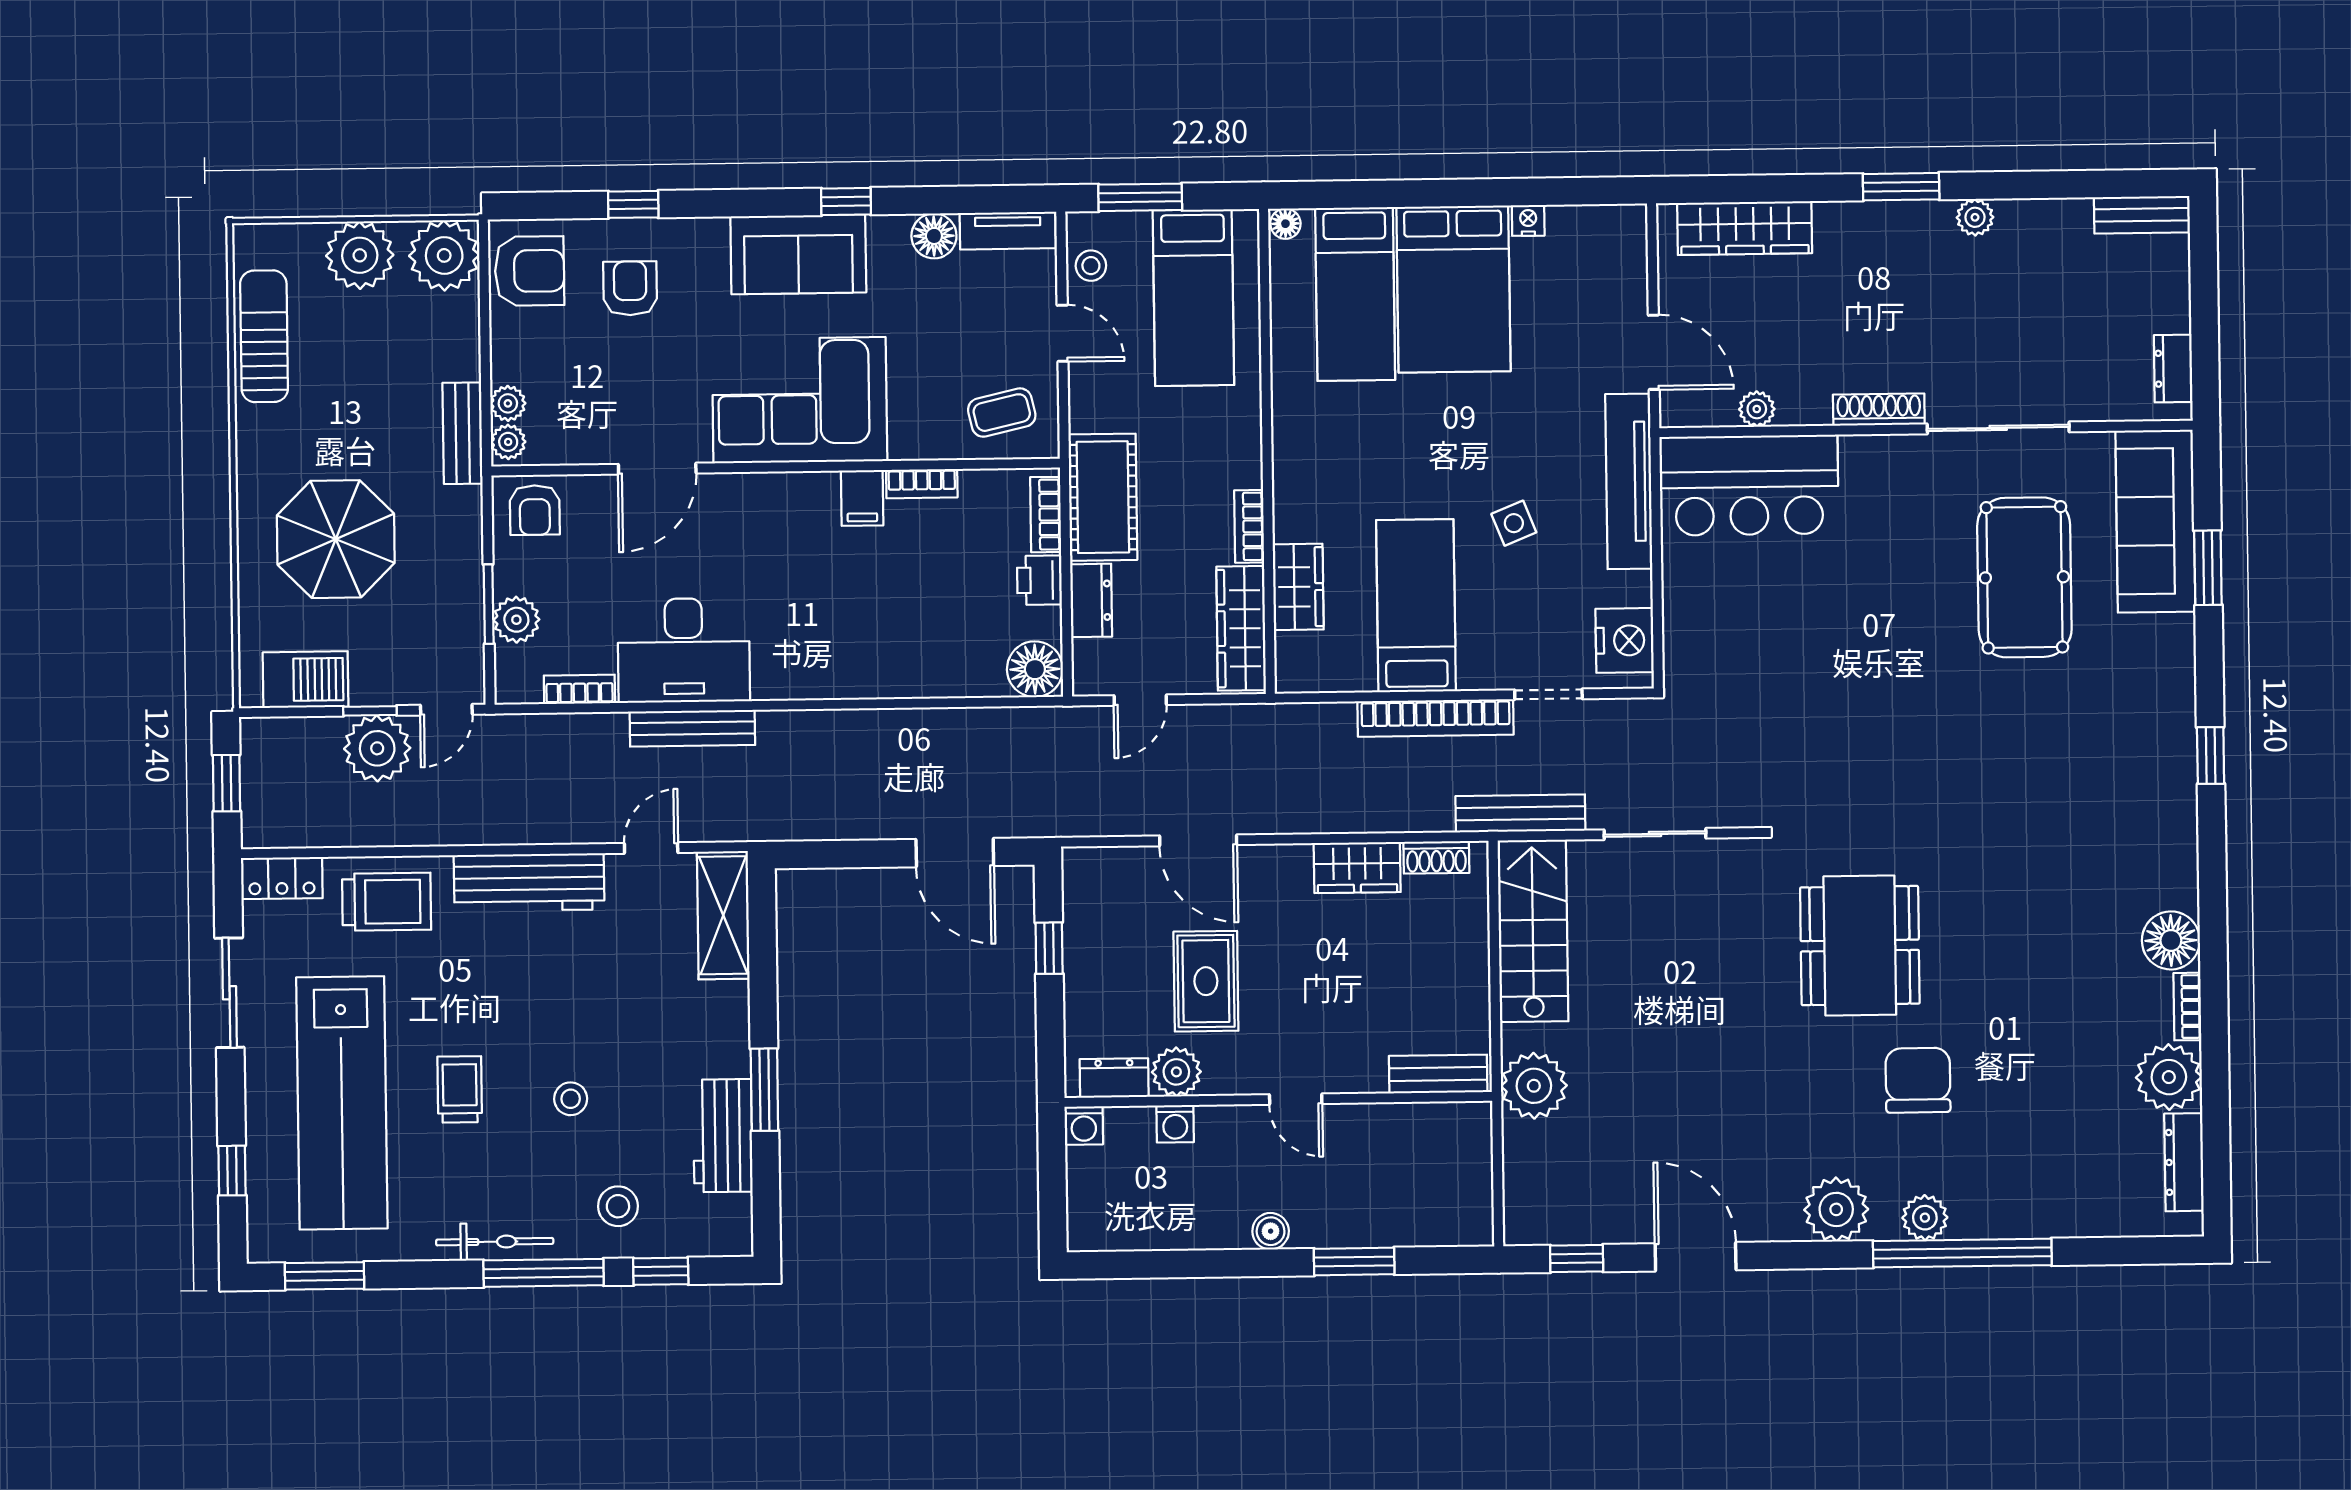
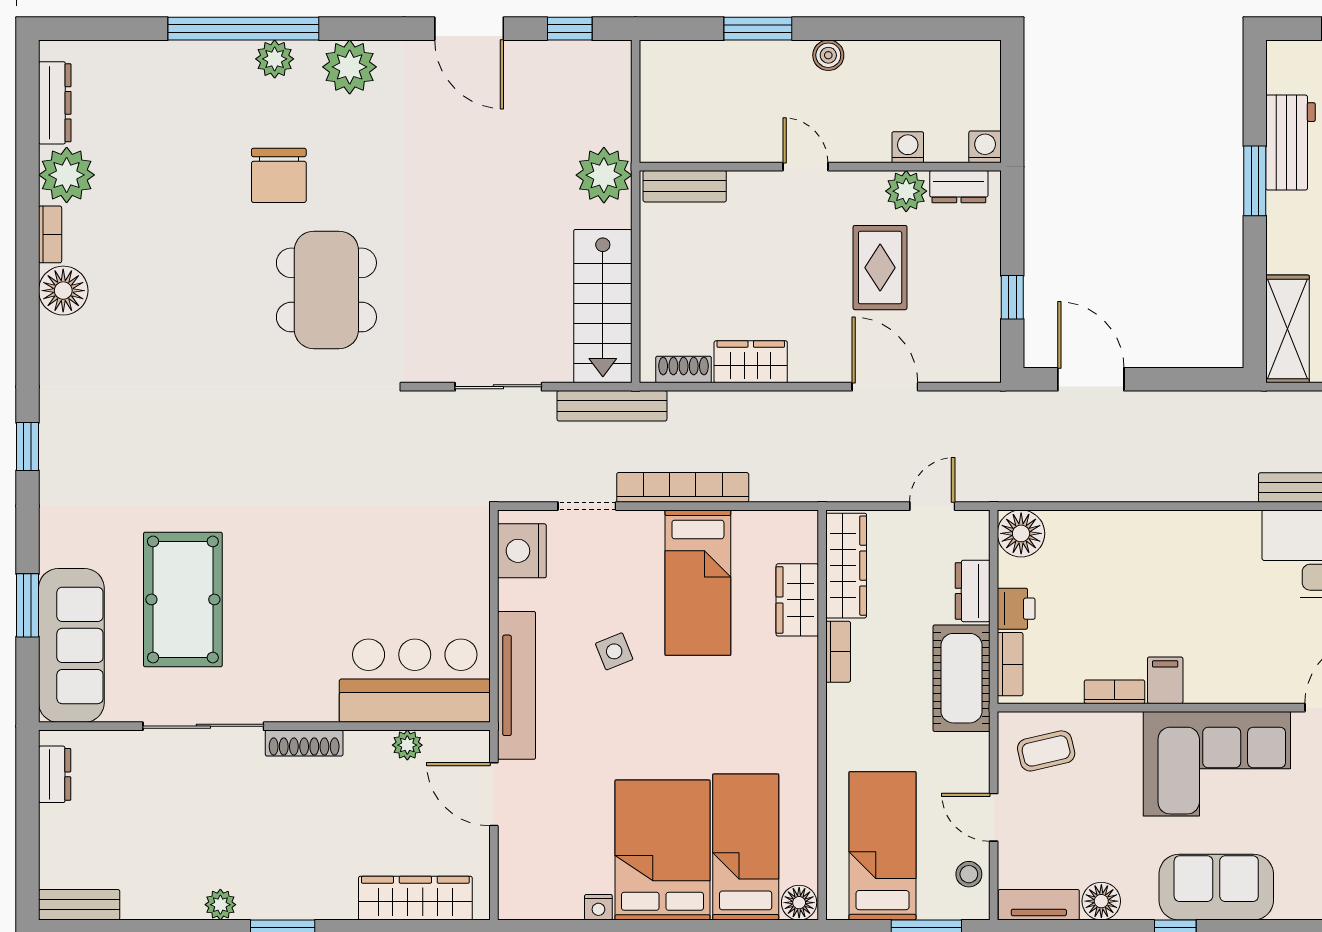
floor lamp: (1285, 224) -> (799, 903), width x1.37, depth x1.37

